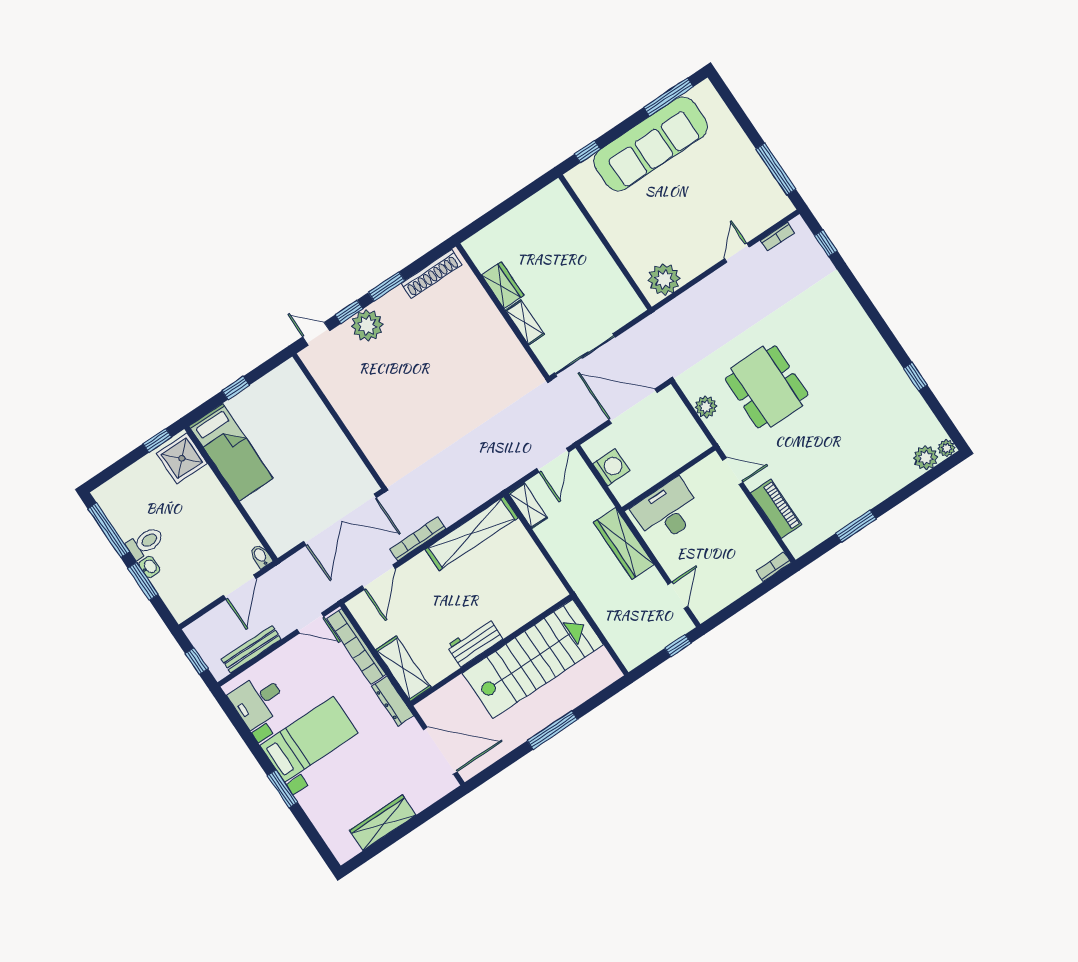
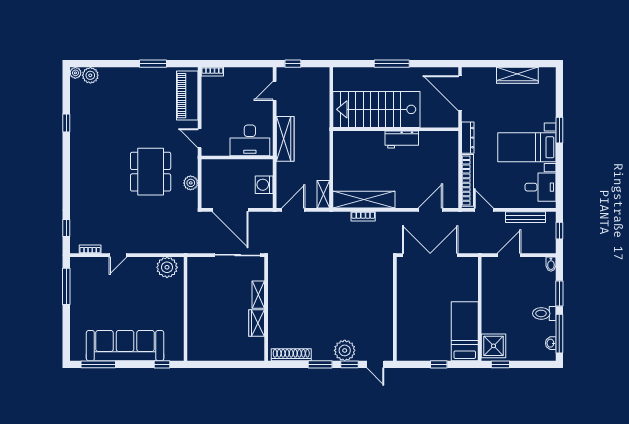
piano: (776, 509) -> (187, 96), width x1.37, depth x1.33
bookcase: (418, 539) -> (363, 216), moved, width x0.64
bidet: (261, 556) -> (551, 264), moved
washbasin: (149, 567) -> (551, 343), moved
shelving: (403, 669) -> (450, 151), removed

